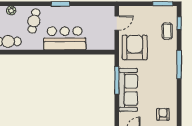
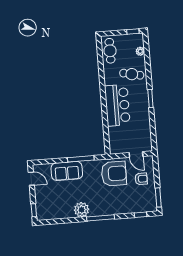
coffee table: (167, 31) -> (132, 204), removed
plant: (169, 84) -> (82, 210), added
sofa: (128, 90) -> (67, 171), width x0.73
armchair: (163, 114) -> (141, 179), moved

